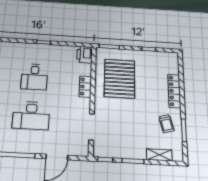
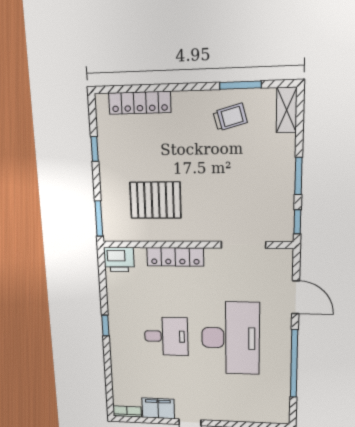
pallet: (120, 79) -> (155, 200), width x0.73, depth x0.71
locker: (85, 87) -> (175, 257), width x1.53
locker: (174, 91) -> (140, 103), moved
desk: (31, 115) -> (230, 338), width x1.36, depth x1.30
shelving: (159, 155) -> (287, 110), moved

